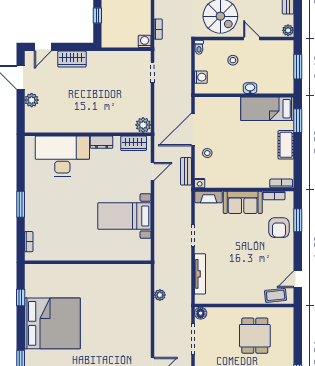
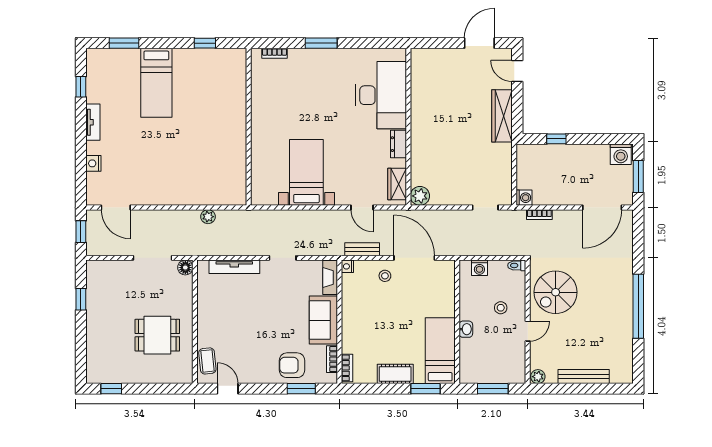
wardrobe: (72, 59) -> (502, 116), width x1.50
plant: (32, 100) -> (451, 57), removed
bed: (52, 323) -> (156, 83), width x0.49

